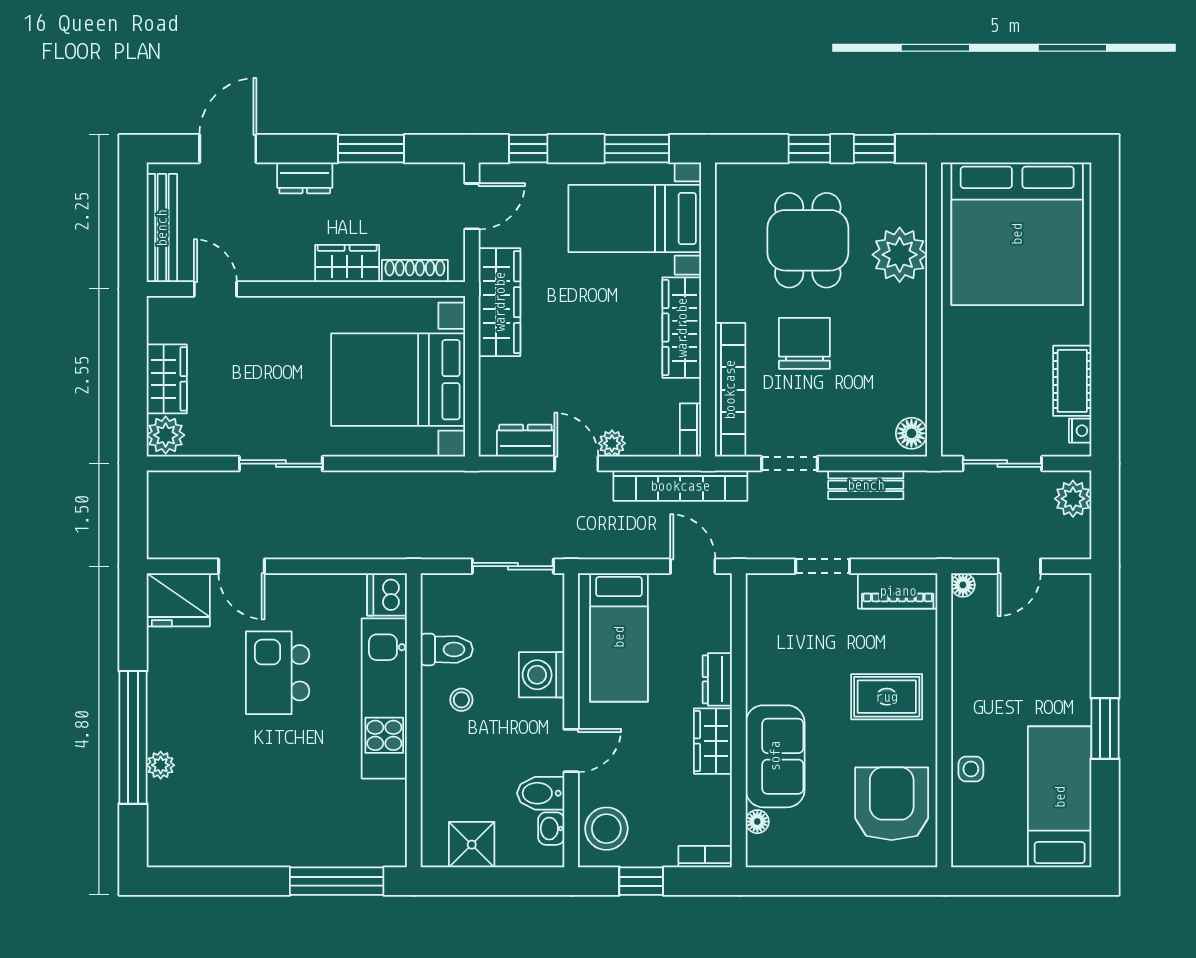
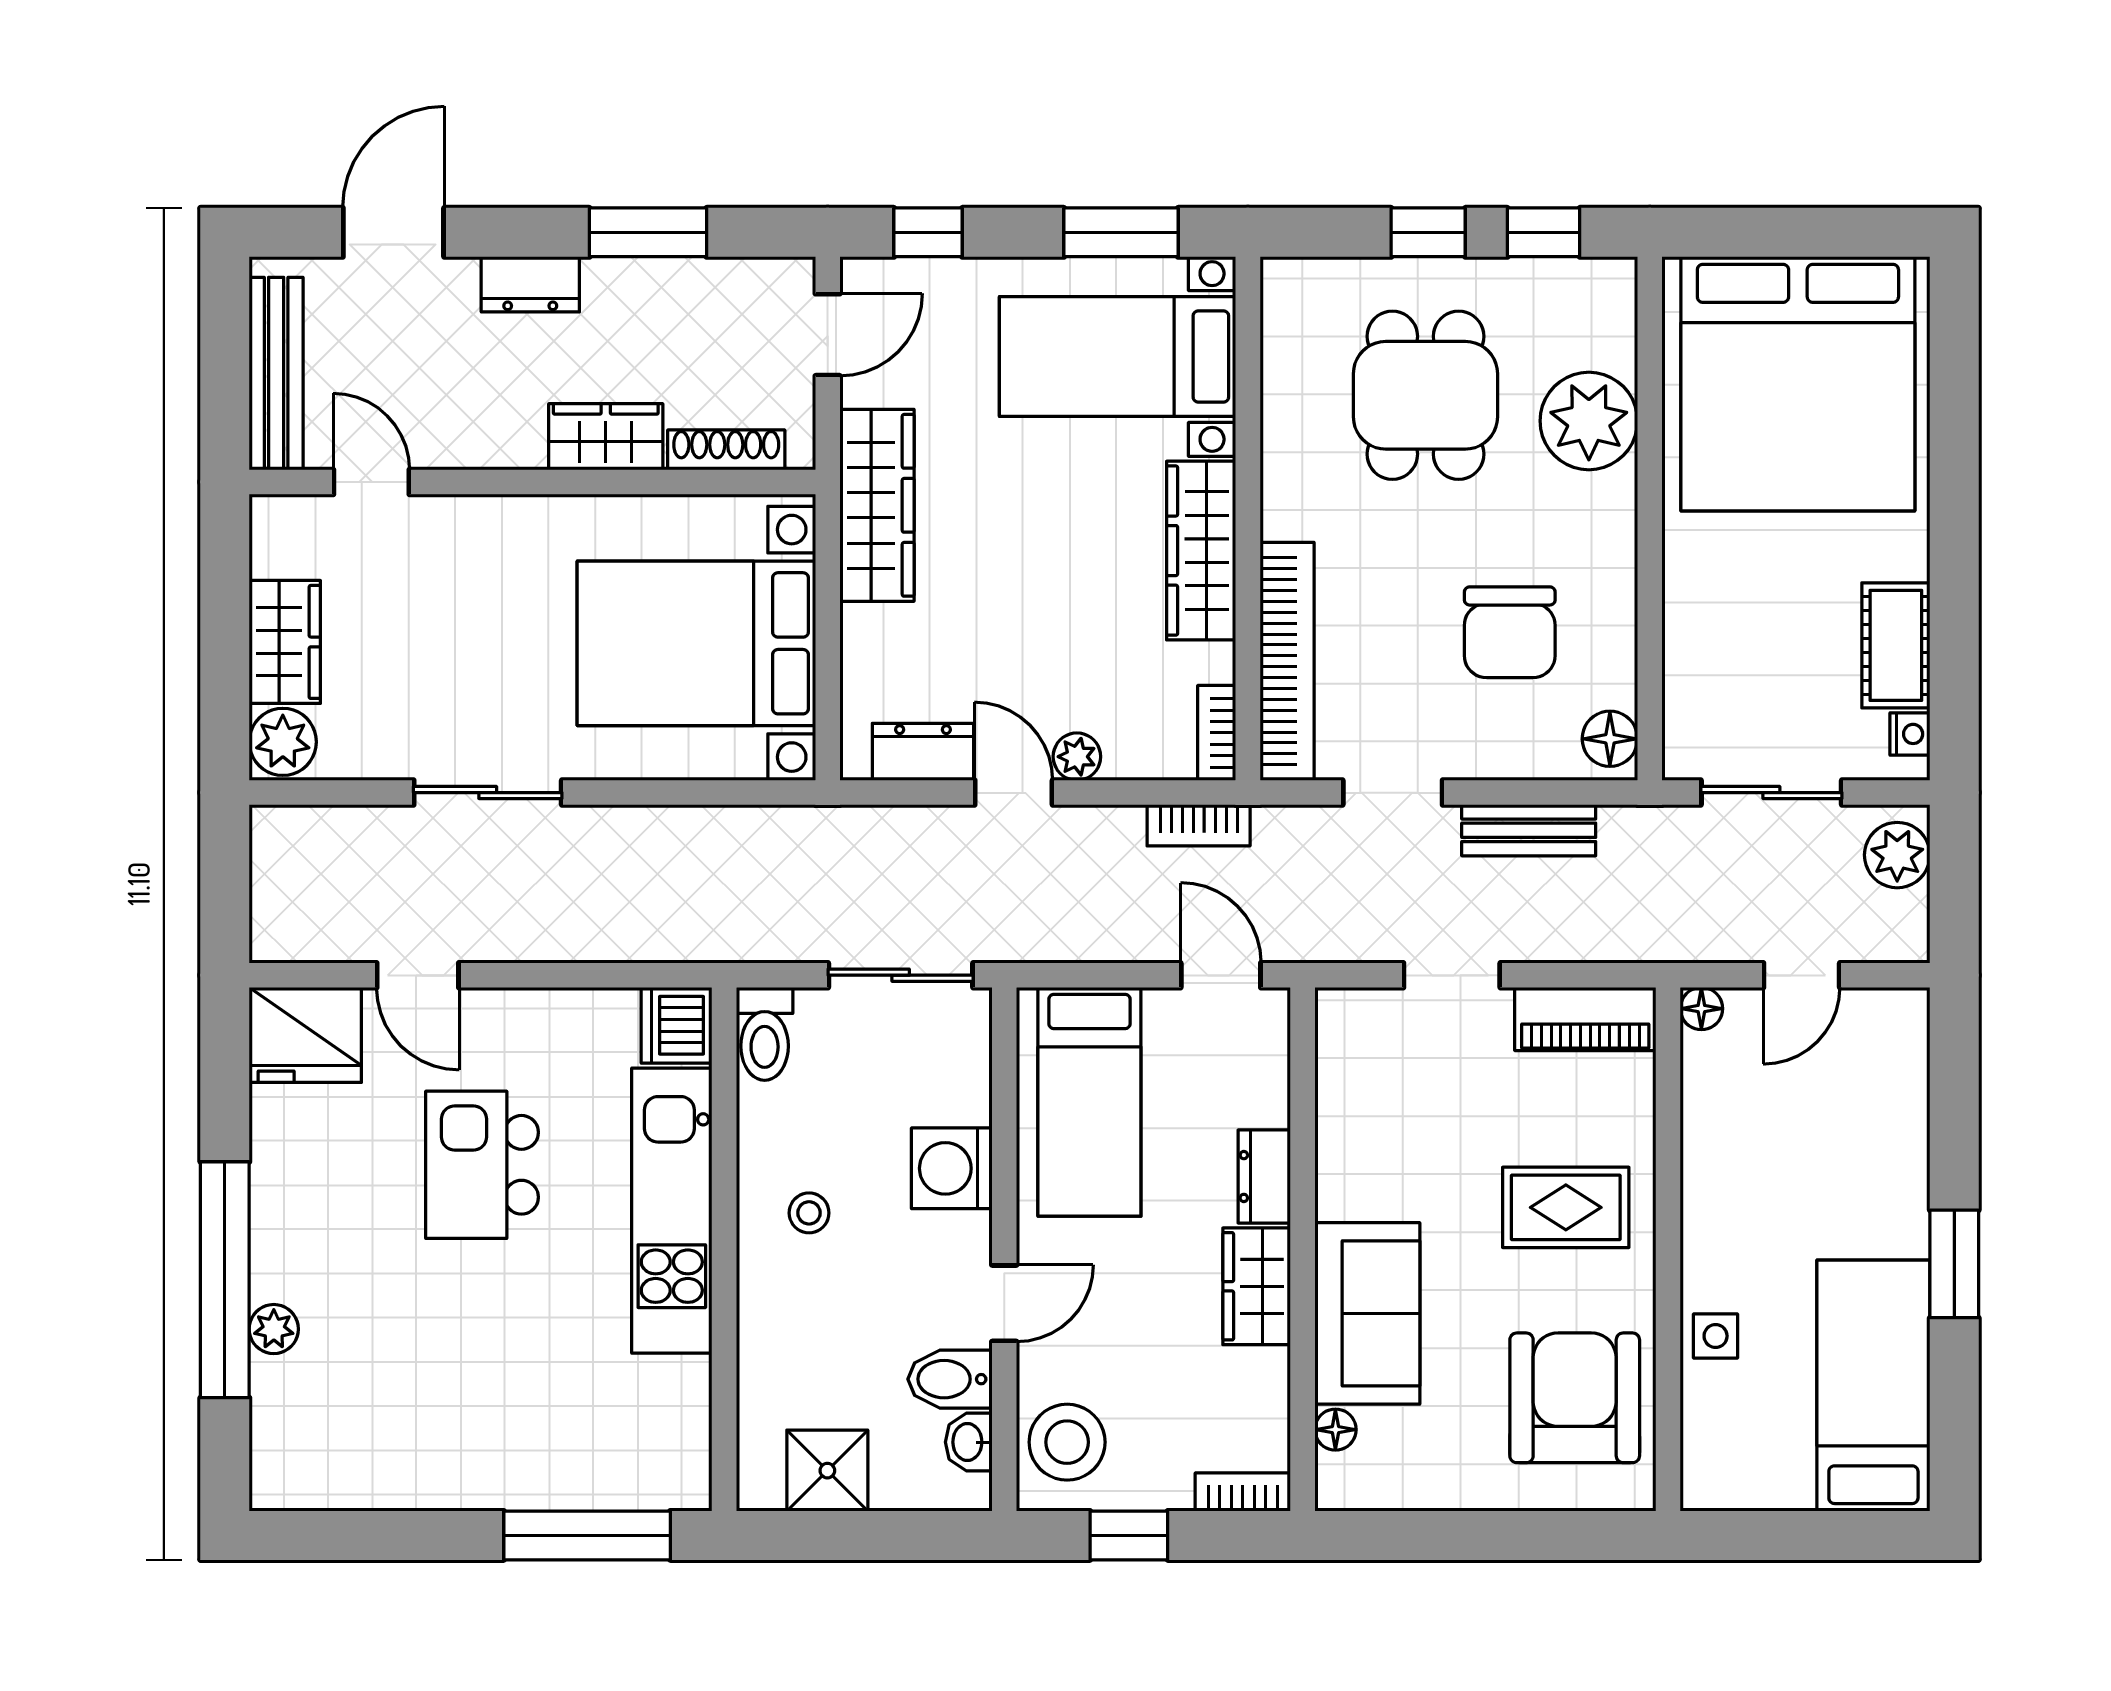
chair: (804, 343) -> (1510, 632), moved, turned 180
bookcase: (680, 486) -> (1199, 825), width x0.43, depth x0.76
toilet: (447, 649) -> (765, 1034), moved, turned 90

